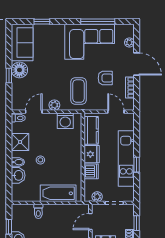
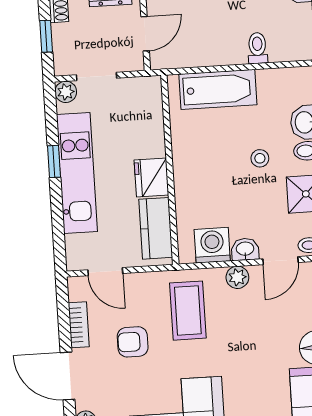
washbasin: (50, 118) -> (245, 249), added
dishwasher: (91, 171) -> (150, 141), removed
plant: (97, 197) -> (66, 92), moved

